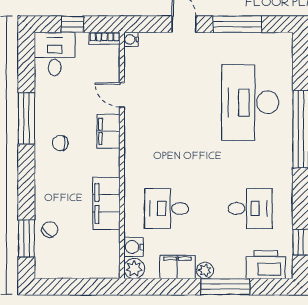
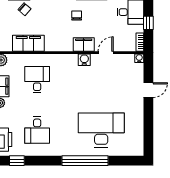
window: (237, 24) -> (148, 122), removed
filing cabinet: (106, 203) -> (28, 43), moved
water cooler: (134, 247) -> (84, 60), moved

